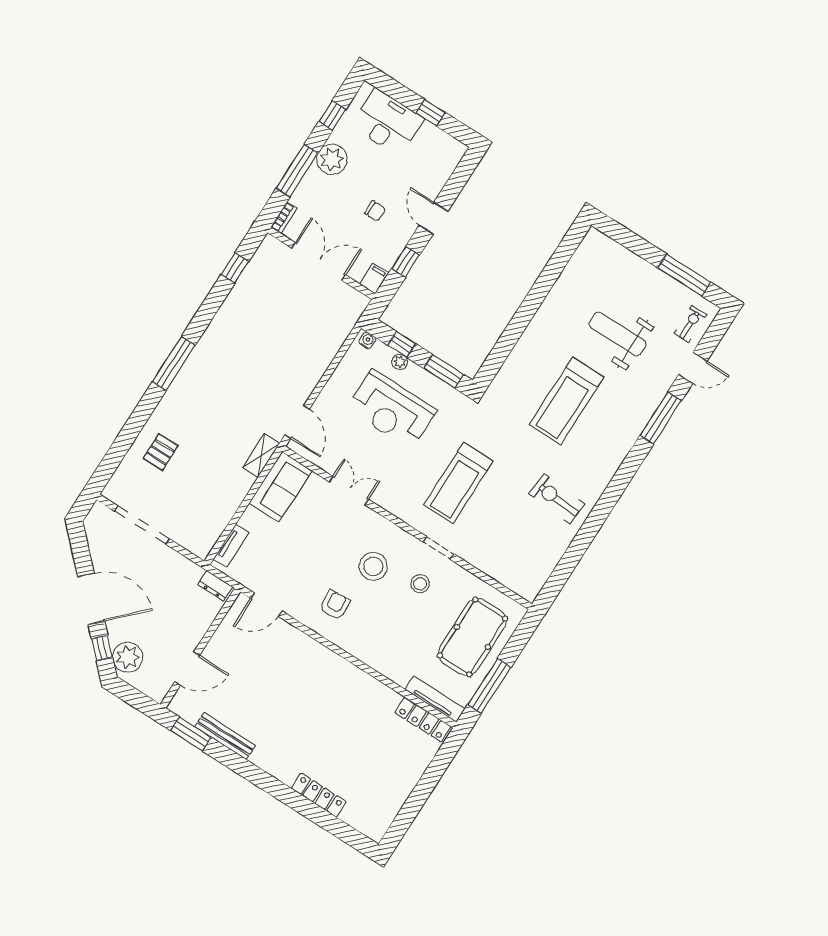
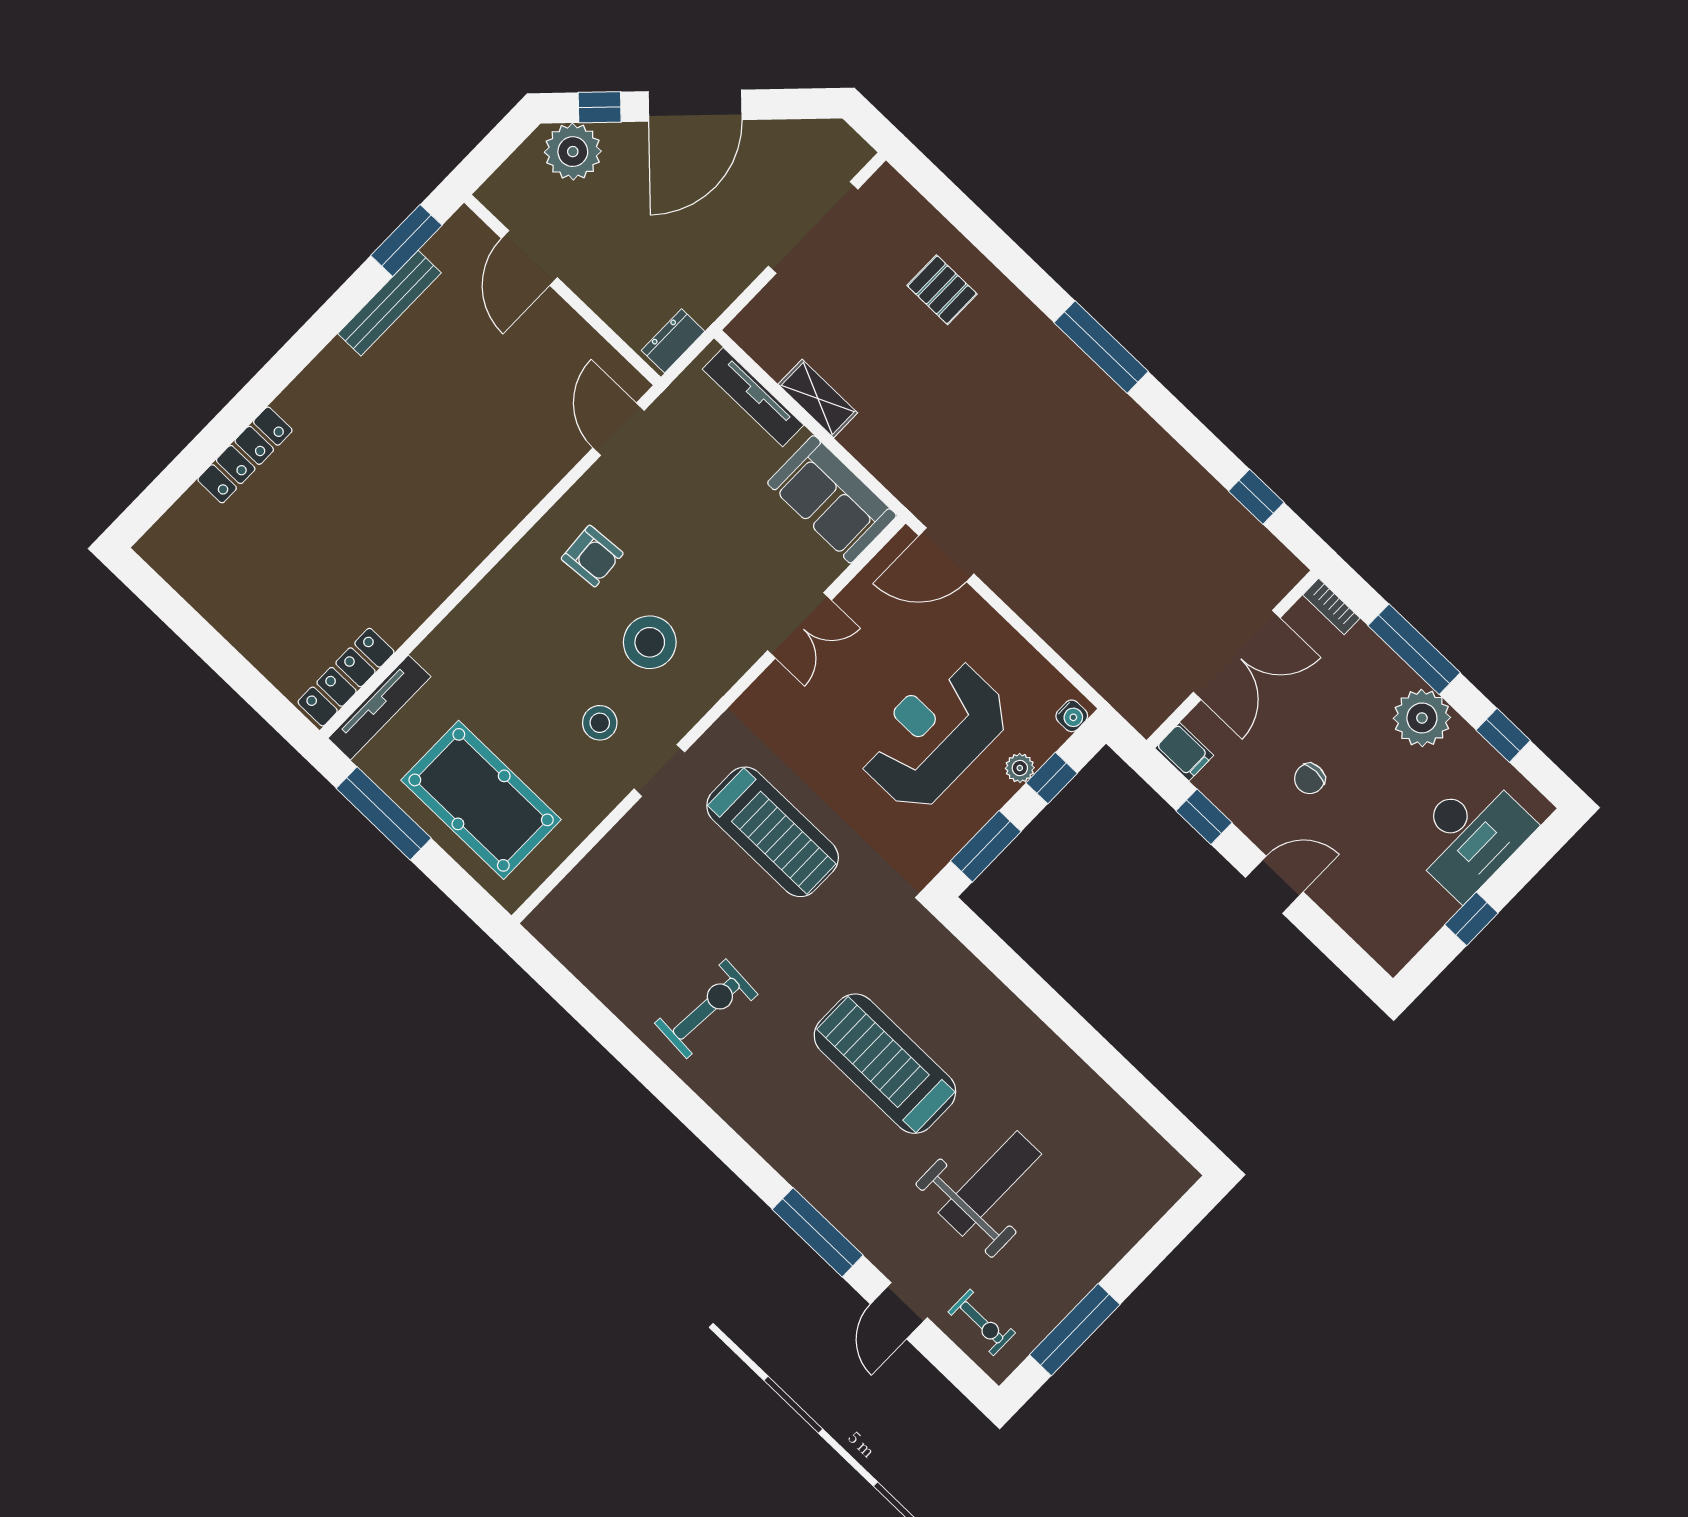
shelving: (261, 456) -> (818, 399), moved
treadmill: (458, 483) -> (773, 832), turned 180
tv unit: (231, 546) -> (753, 397), width x1.41

